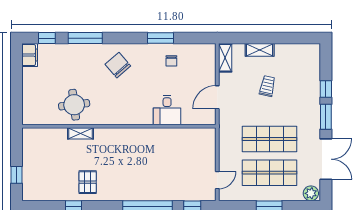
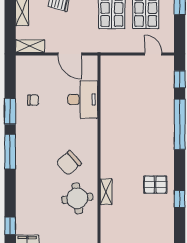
window: (85, 38) -> (10, 152), moved
chair: (118, 65) -> (69, 163), moved
desk: (167, 110) -> (83, 99), width x1.37

